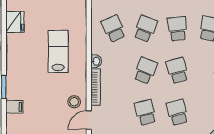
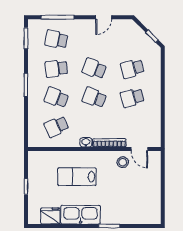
kitchen sink: (16, 55) -> (81, 215), added
school desk: (177, 71) -> (94, 69), turned 36
filing cabinet: (14, 107) -> (127, 216), removed

